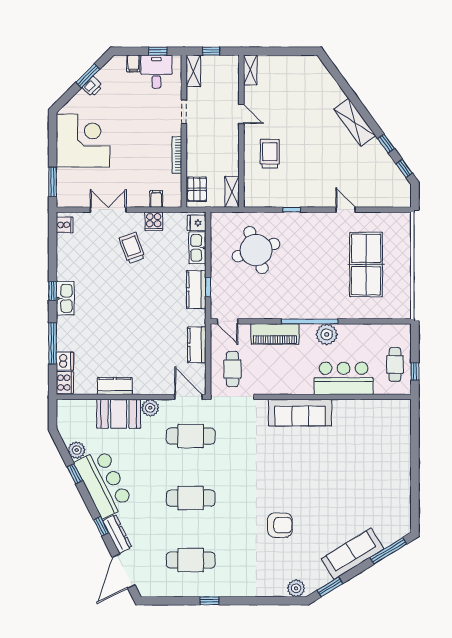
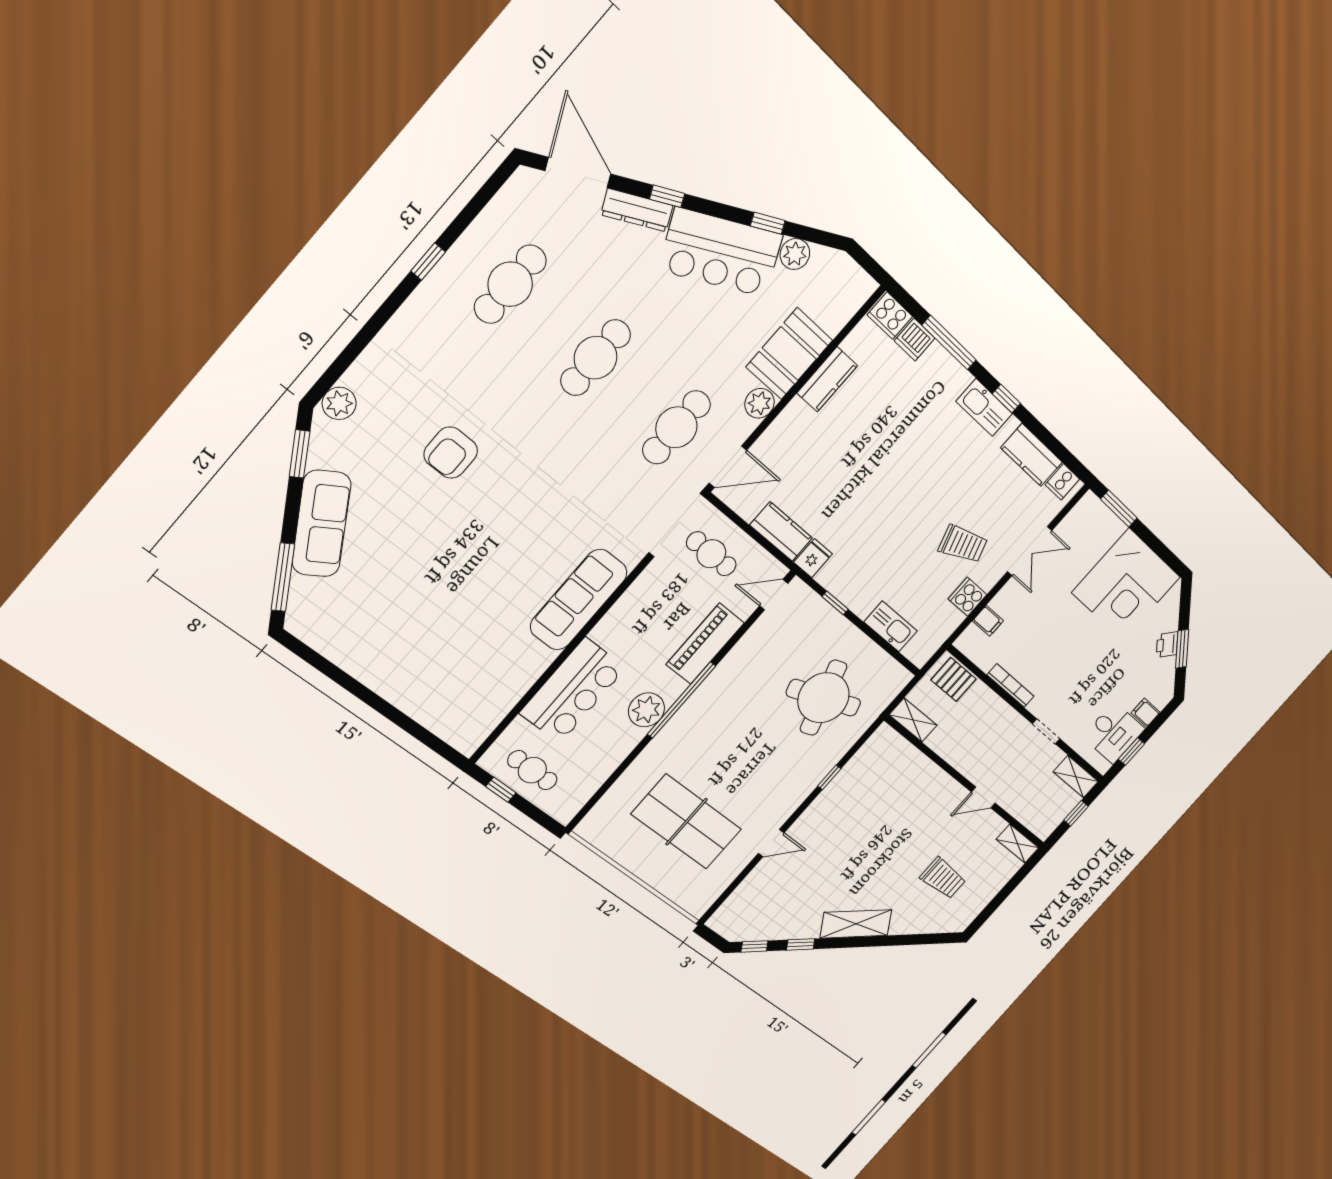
trolley: (270, 154) -> (943, 878), moved
fridge: (196, 223) -> (813, 558), moved
kitchen counter: (196, 290) -> (1032, 455), moved, turned 180

